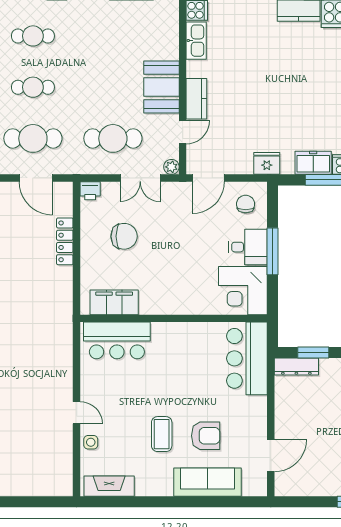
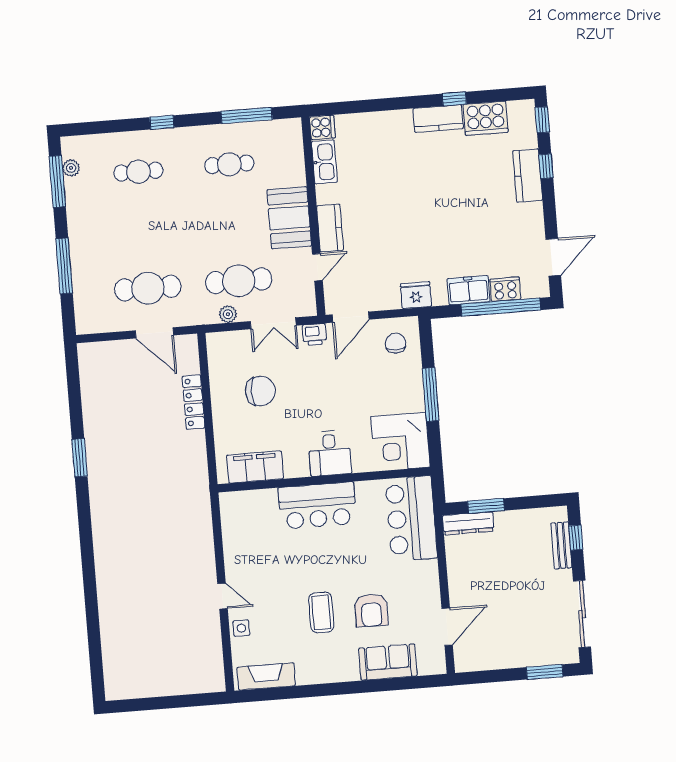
cafe table: (33, 87) -> (229, 164), moved
plant: (171, 167) -> (228, 314), moved
printer: (90, 191) -> (314, 335), moved
desk: (248, 247) -> (330, 453), moved, turned 90
bar counter: (117, 340) -> (317, 506), moved
armchair: (206, 436) -> (371, 610), turned 90
sofa: (208, 482) -> (388, 662), width x0.73

